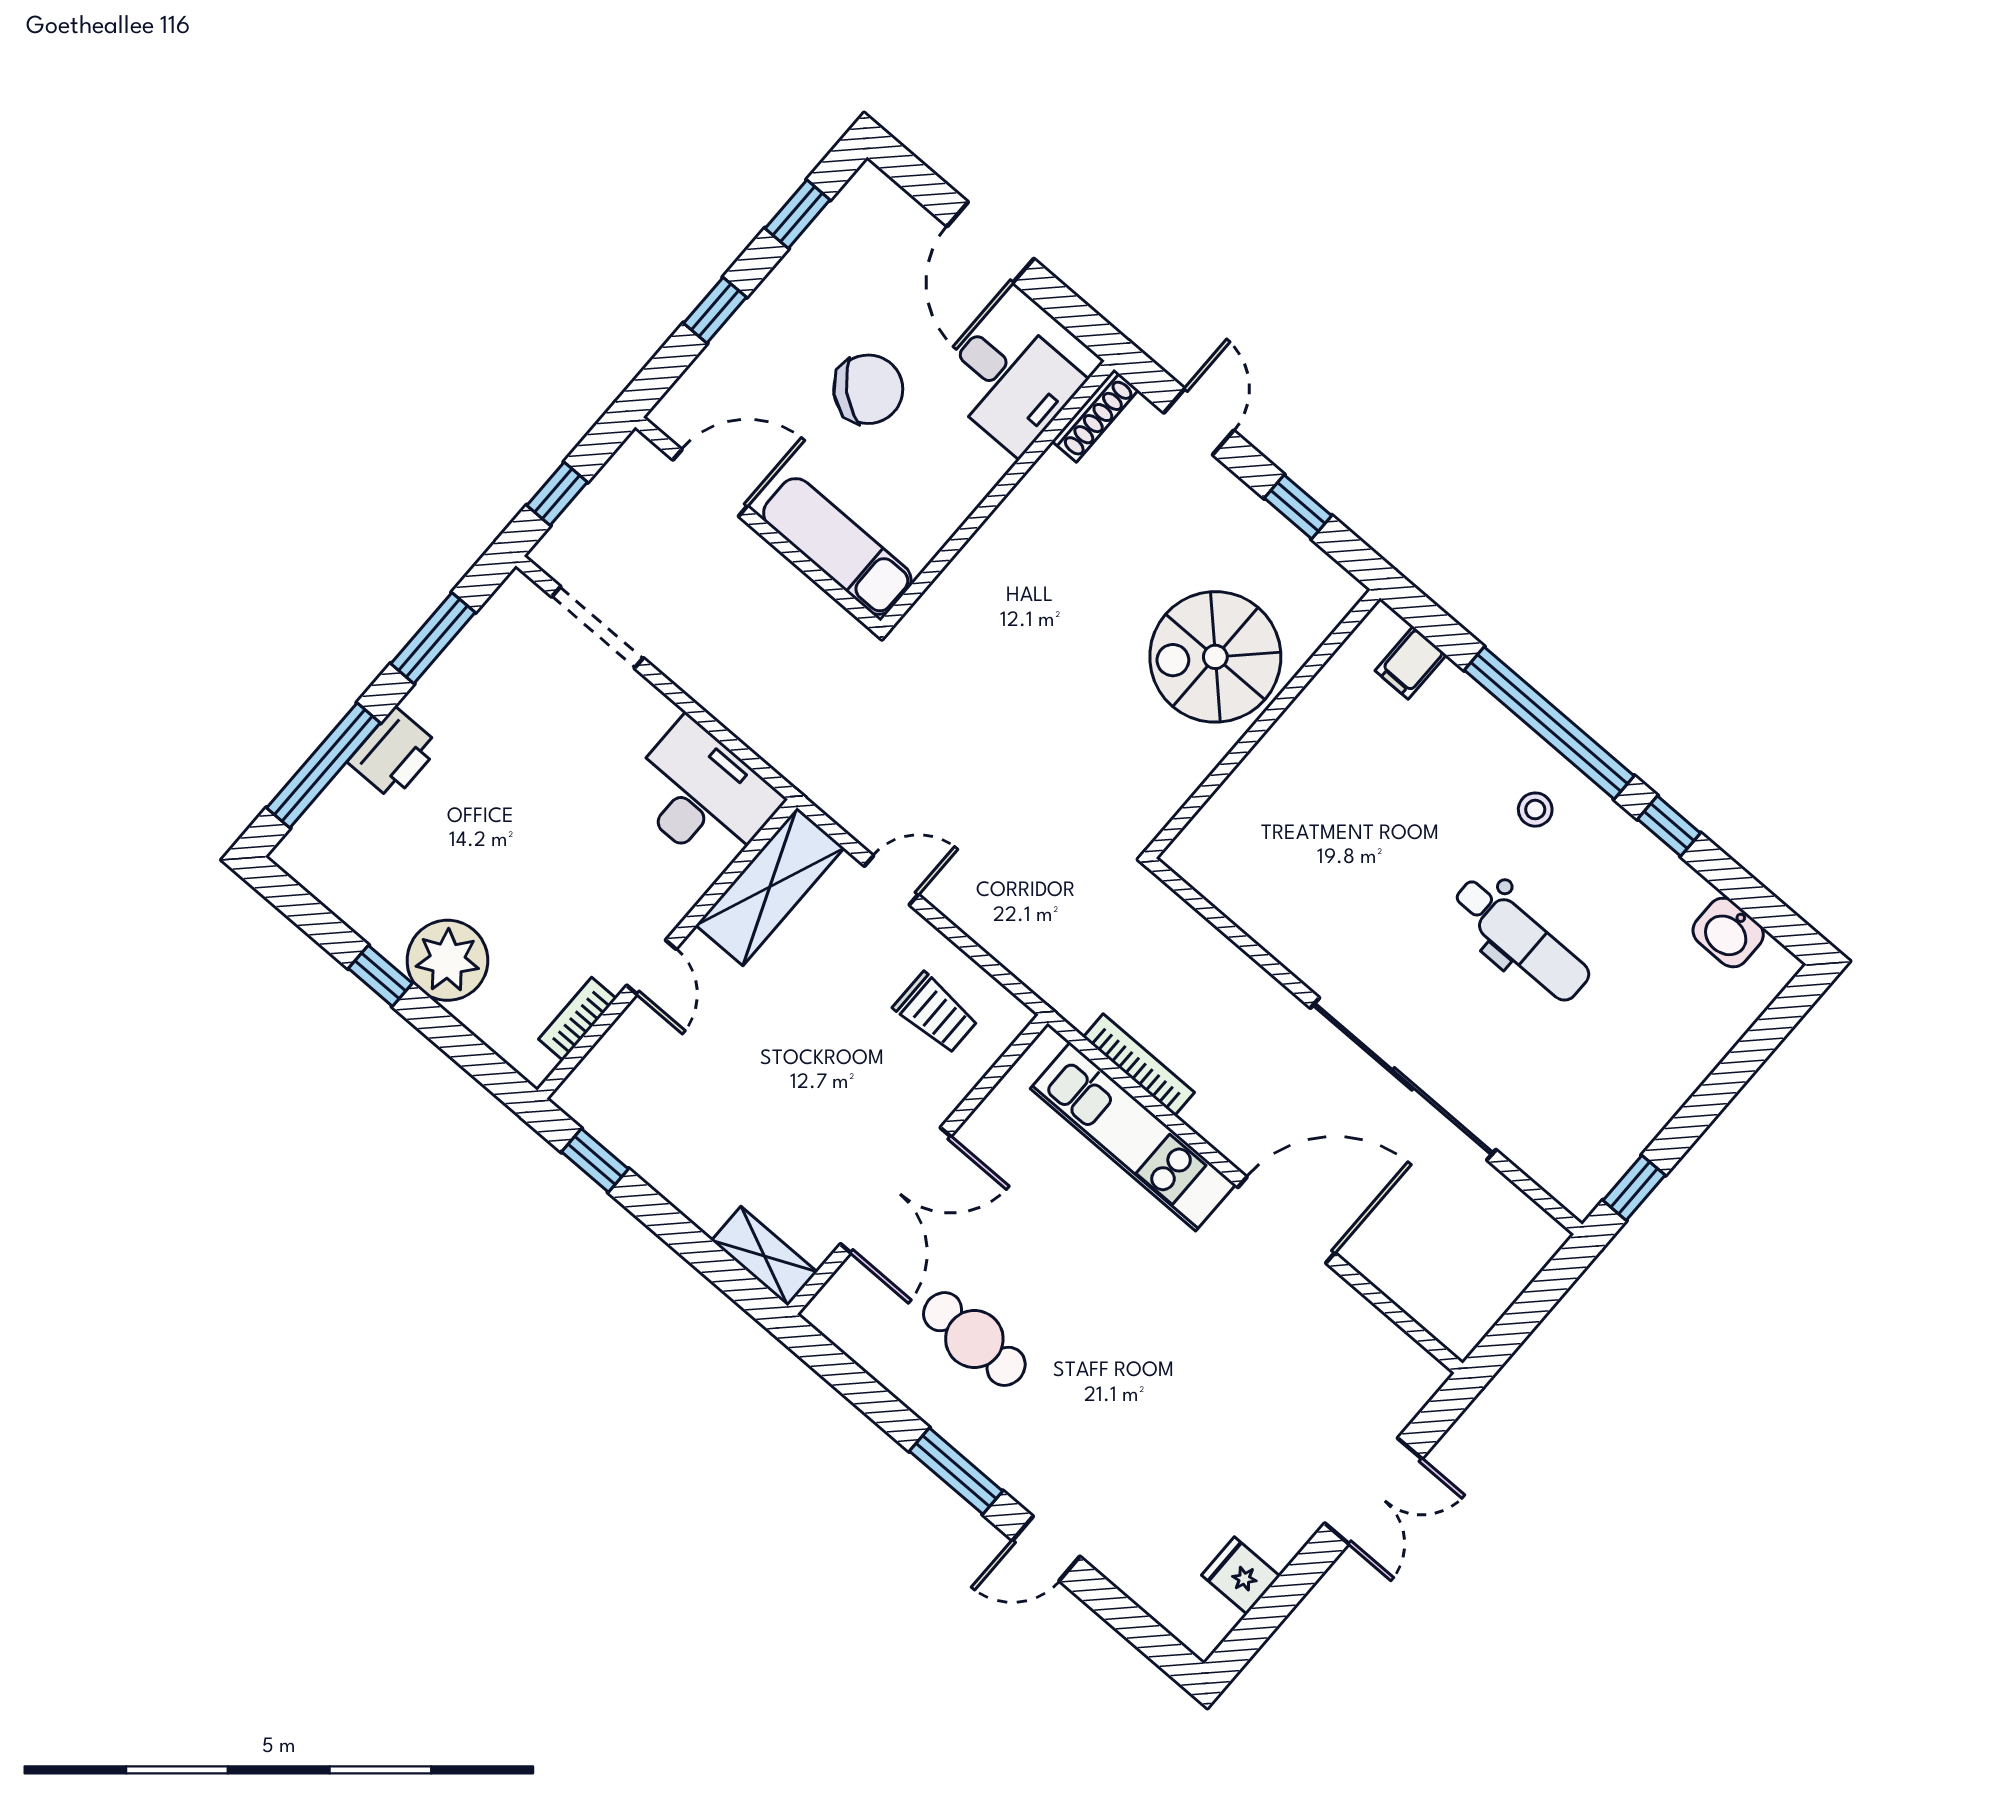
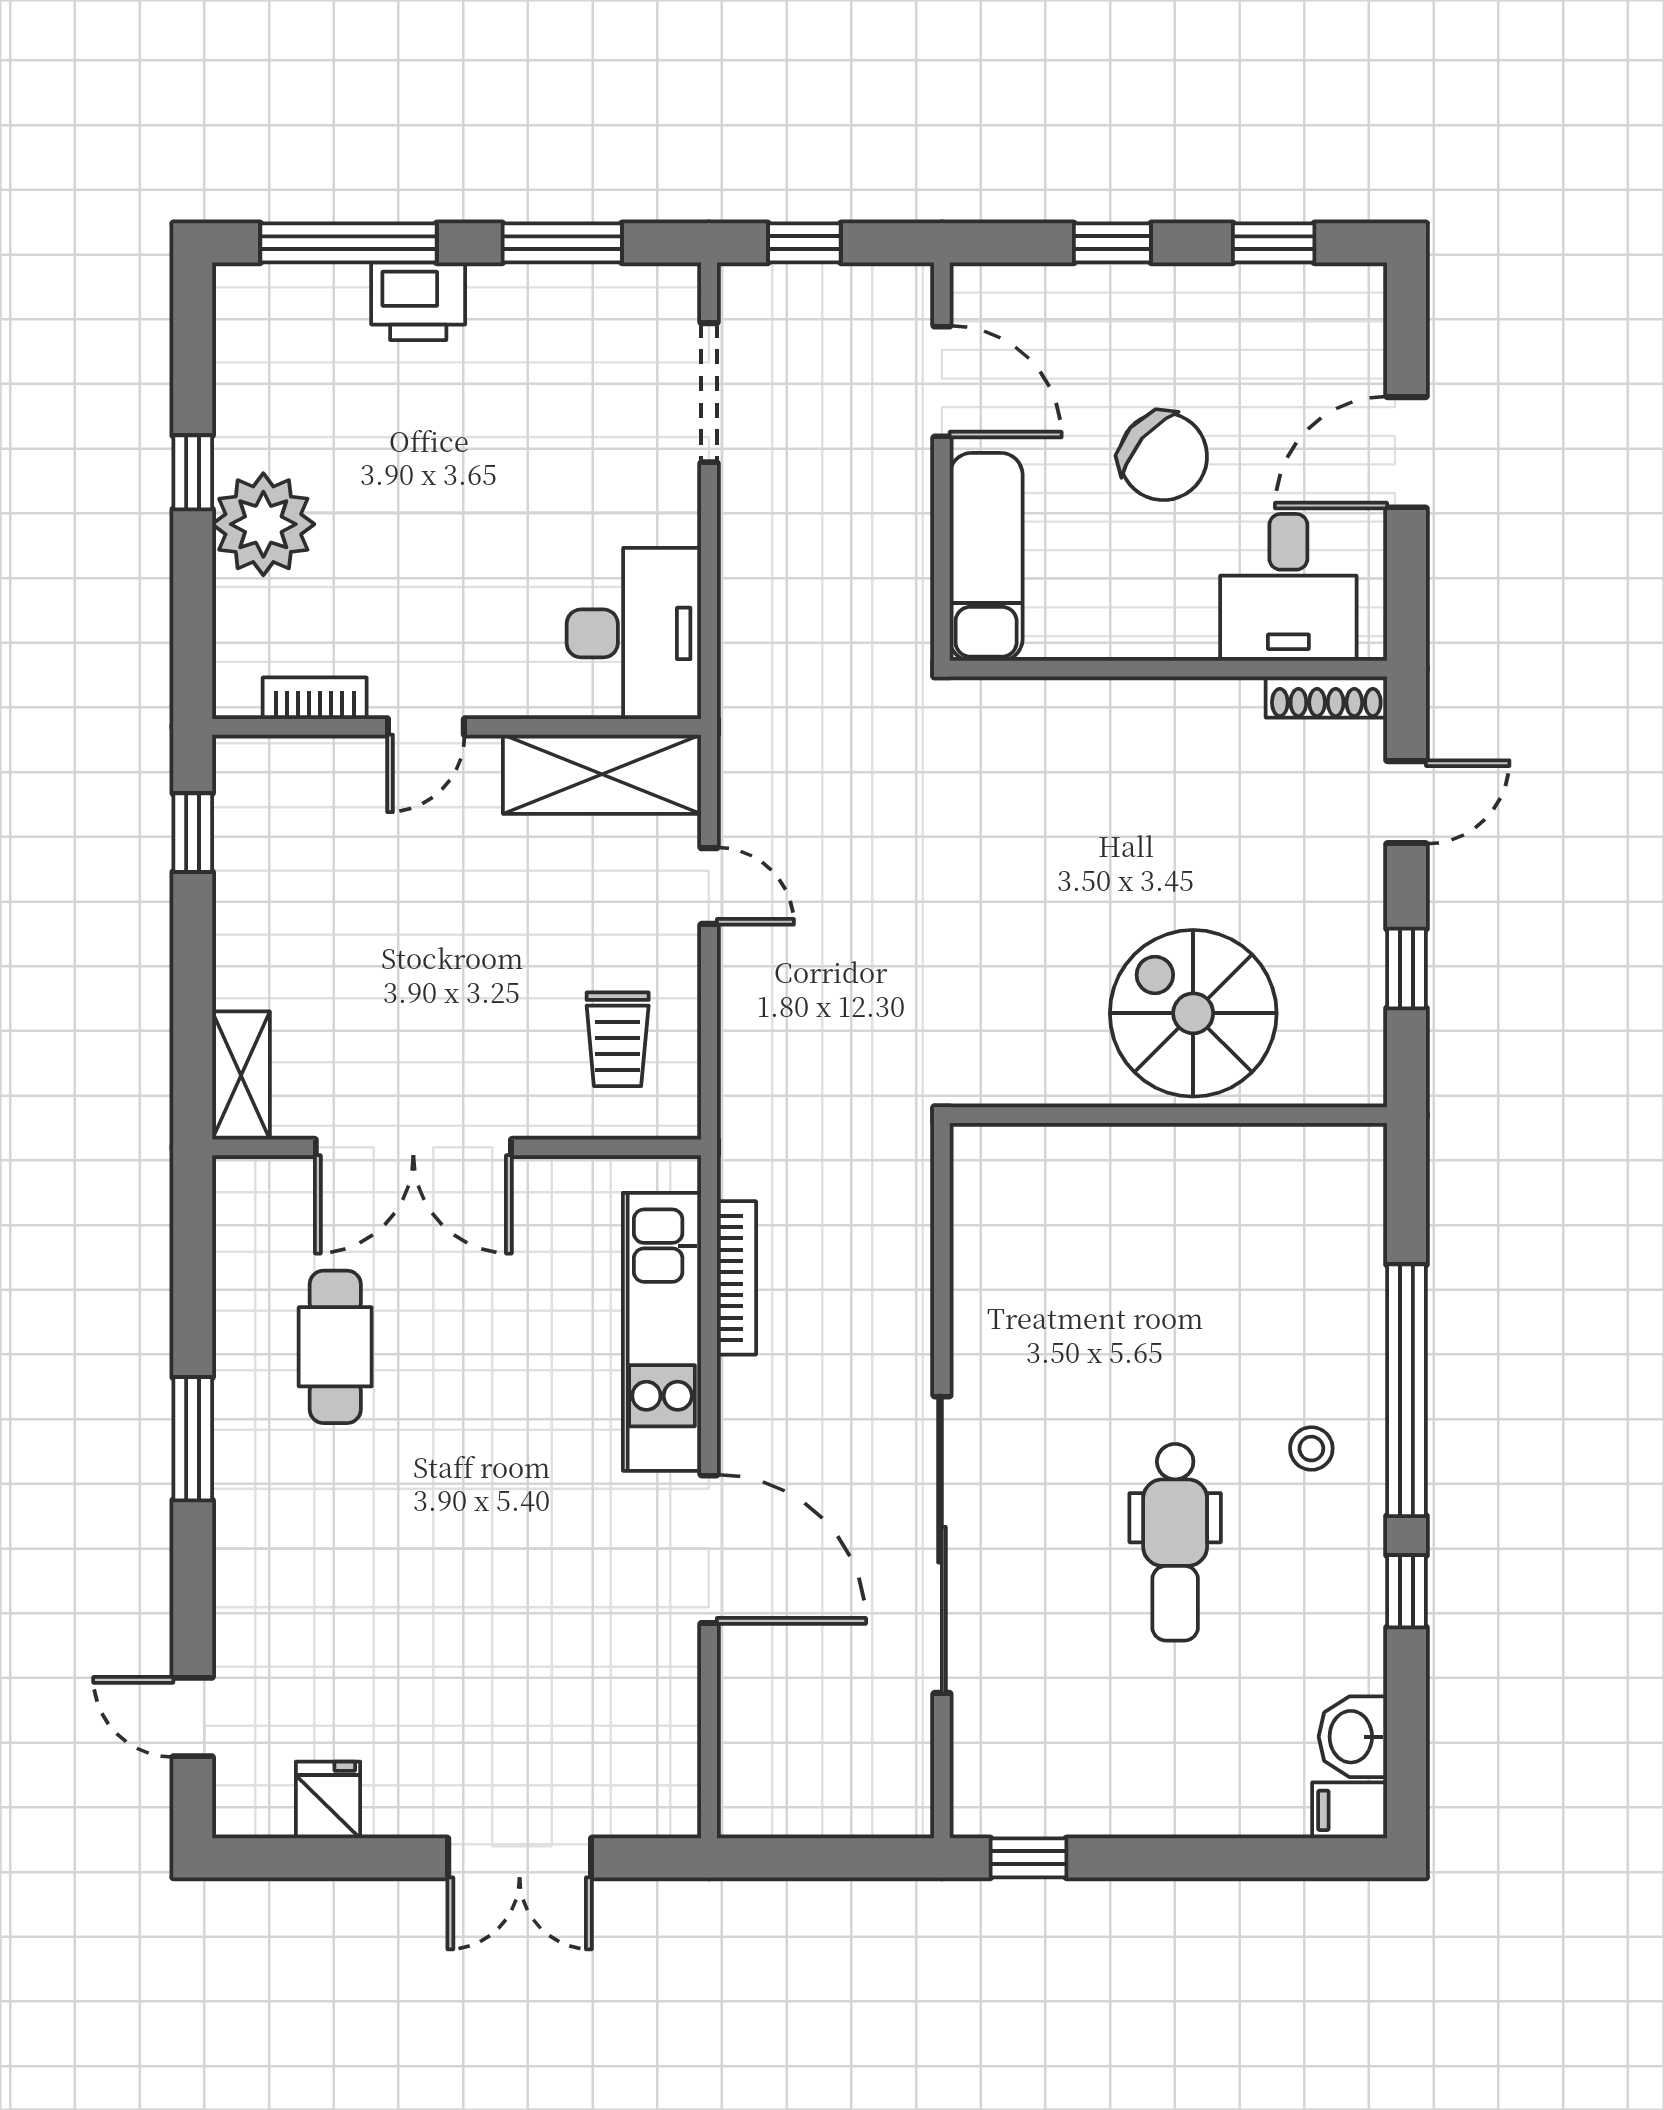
filing cabinet: (1411, 663) -> (1350, 1810), moved
door: (1046, 1548) -> (193, 1717), moved

